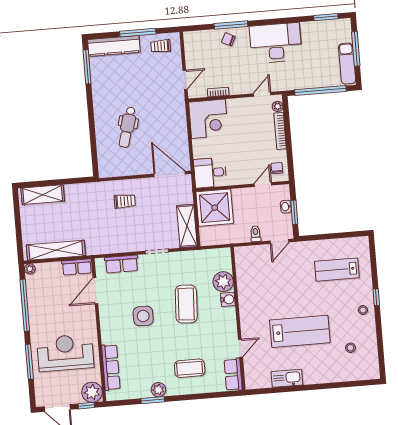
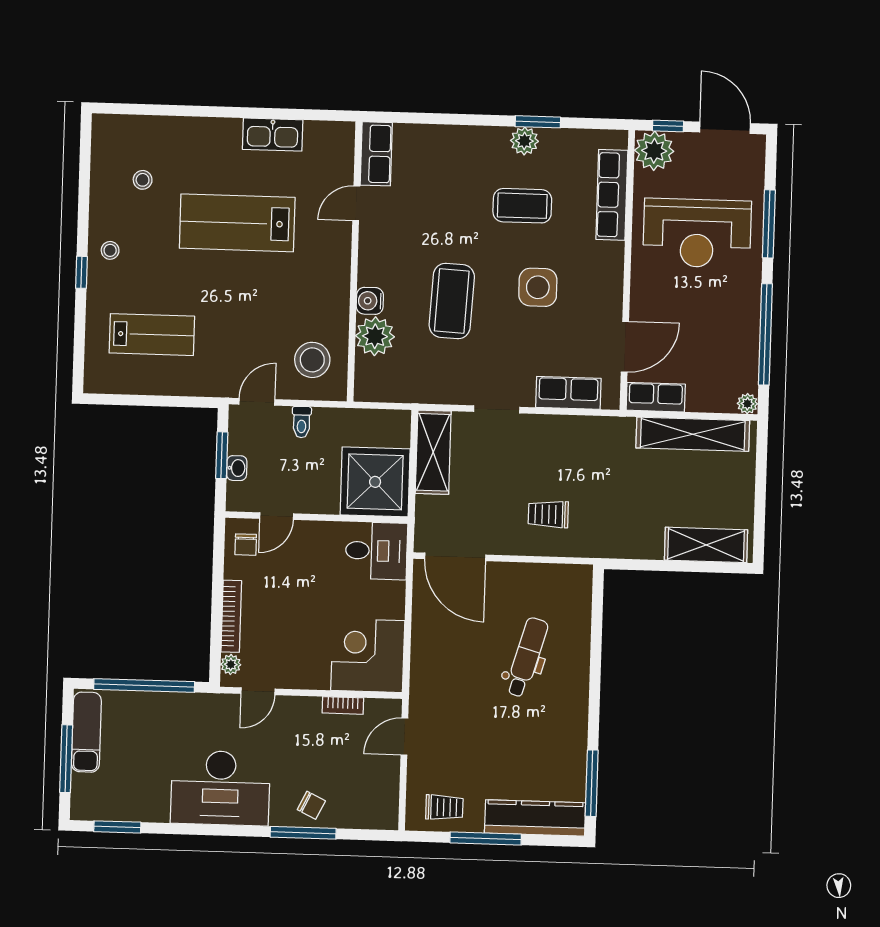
stool: (254, 266) -> (312, 360), added
coffee table: (190, 368) -> (522, 206), moved

